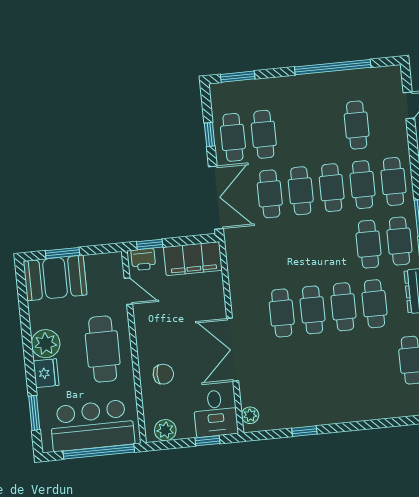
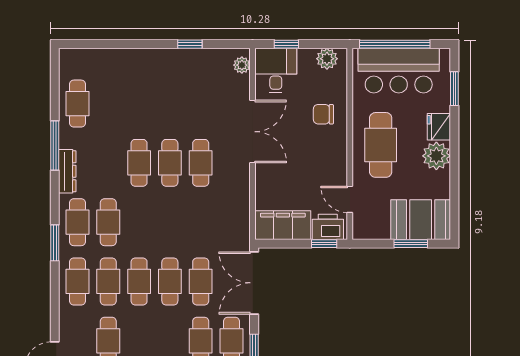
printer: (143, 259) -> (328, 227), width x1.36, depth x1.24
cafe table: (374, 304) -> (108, 163), removed

